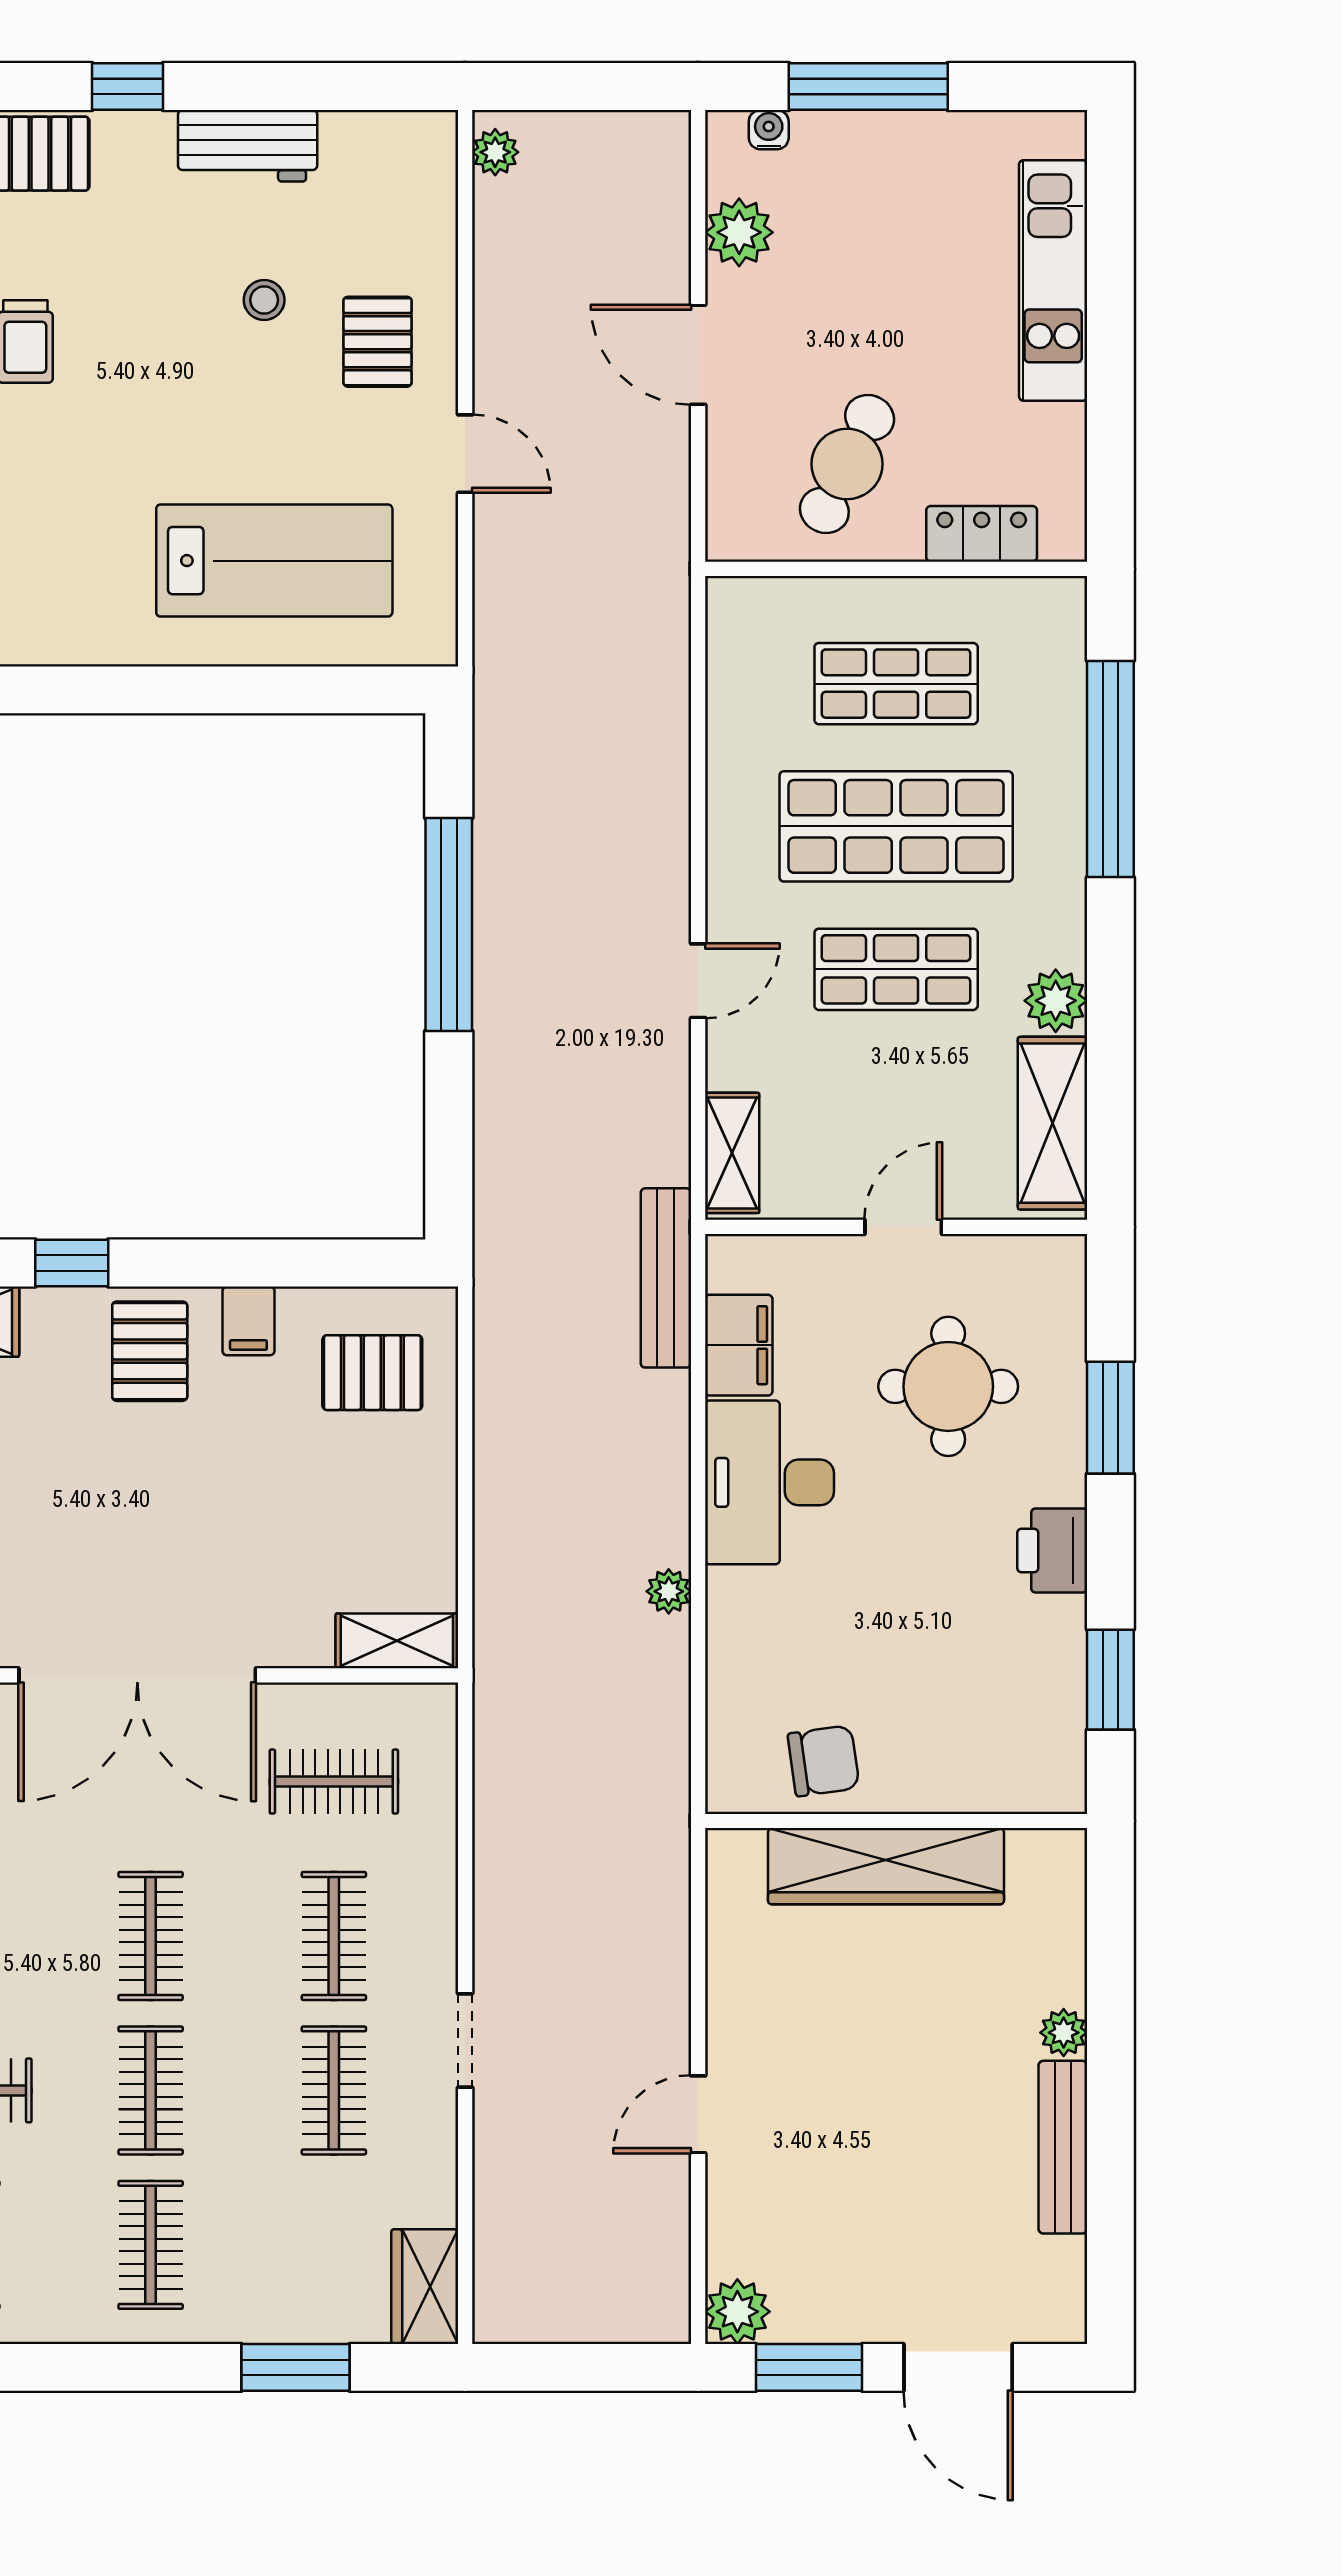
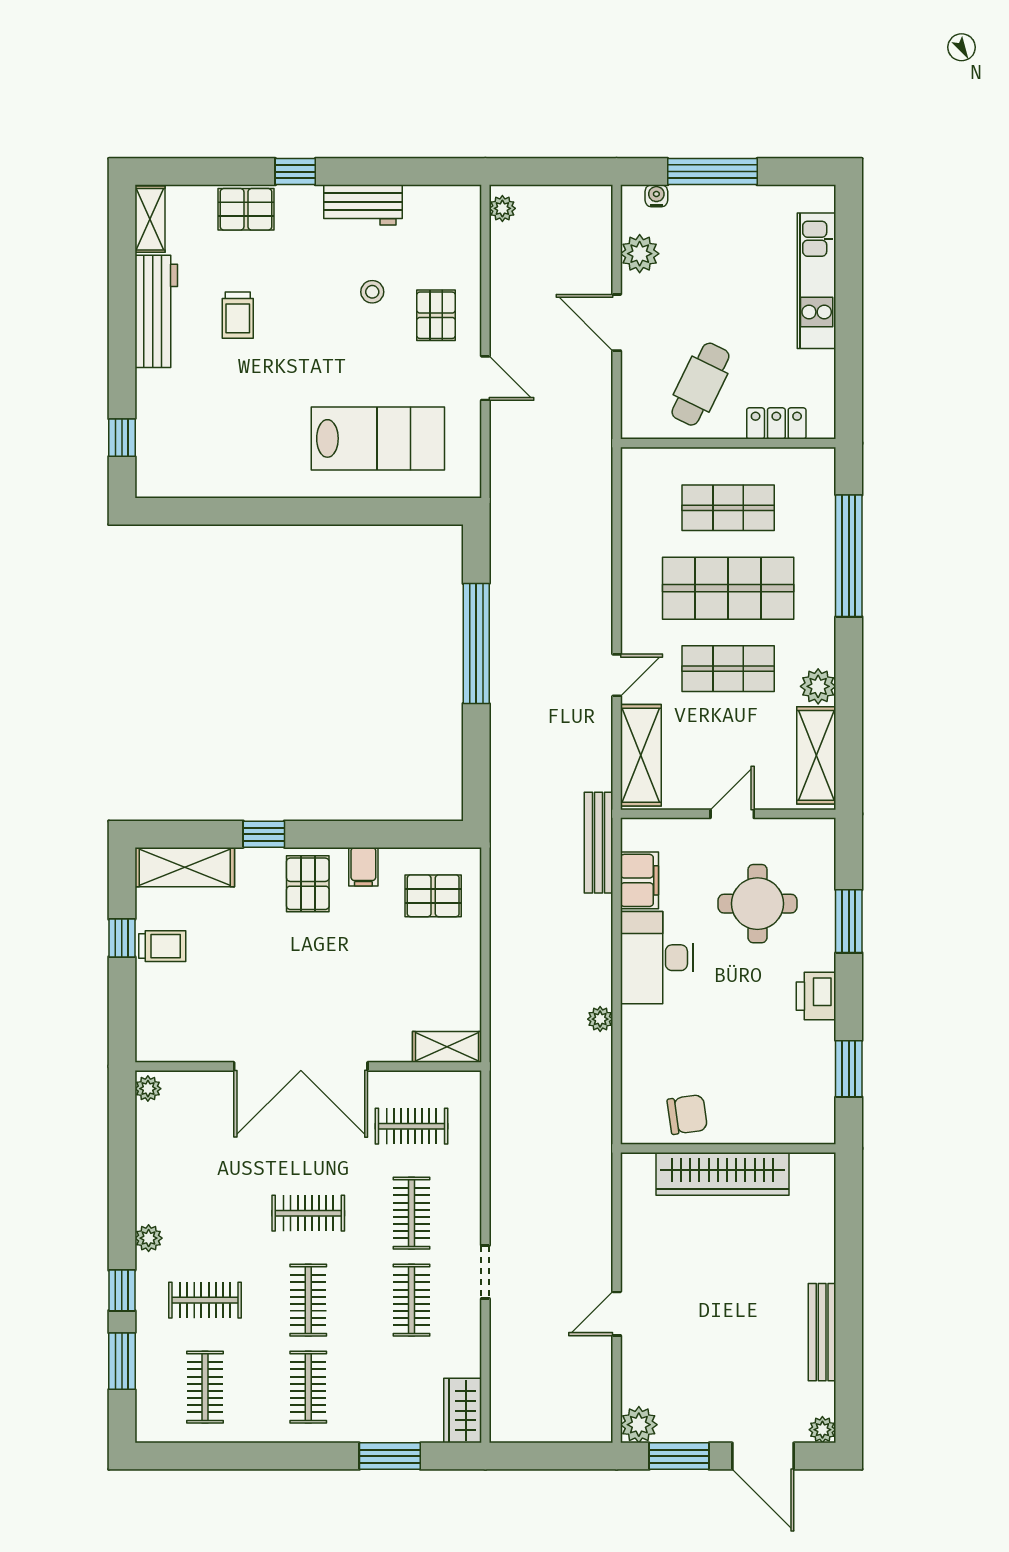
shelving: (732, 1153) -> (641, 755), width x1.50, depth x1.33
clothes rail: (151, 1936) -> (308, 1213), turned 90
plant: (1064, 2033) -> (822, 1430), moved

